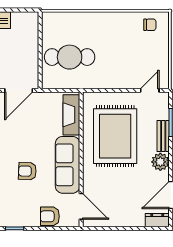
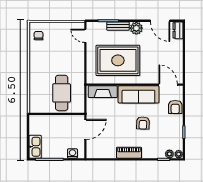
door: (19, 90) -> (85, 129), hinge flipped
door: (81, 206) -> (168, 85), hinge flipped

